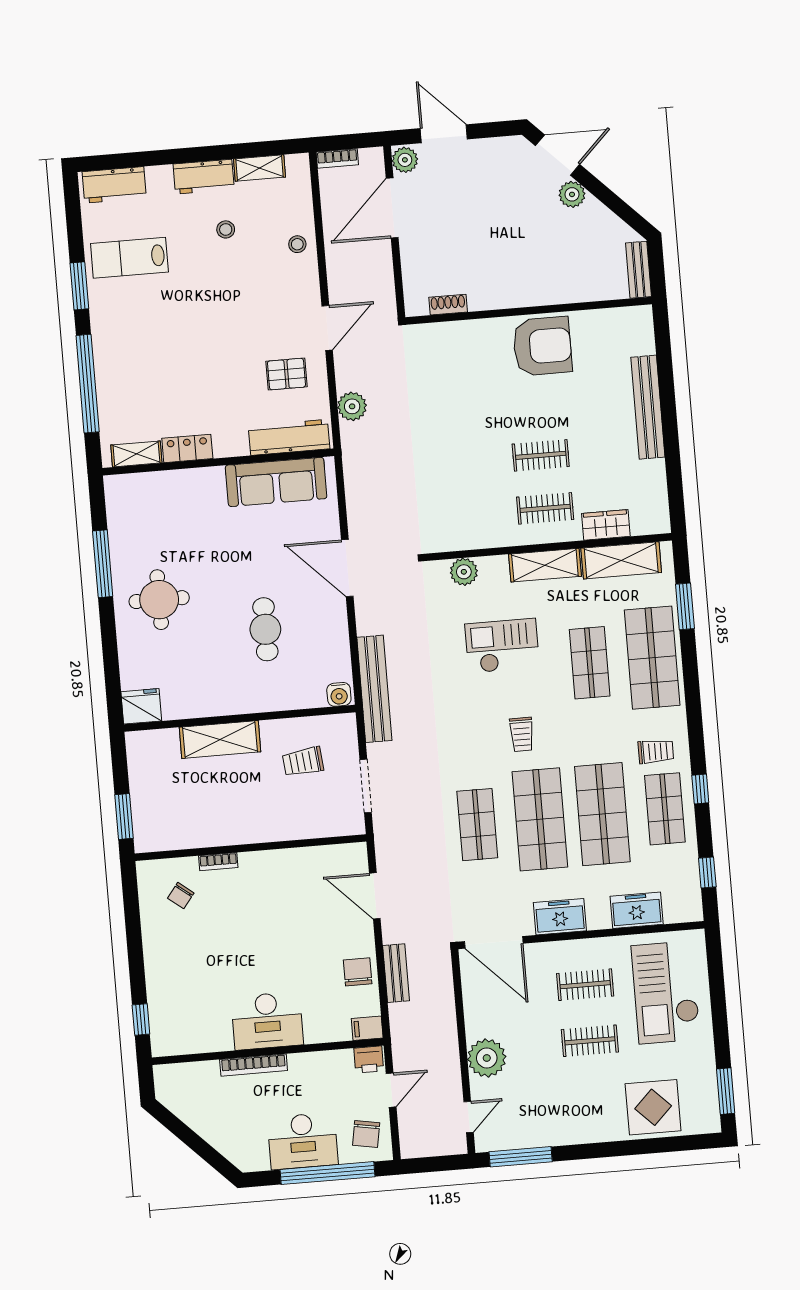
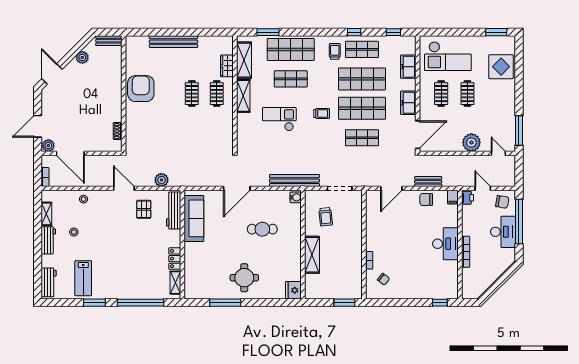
plant: (572, 194) -> (82, 57), moved
plant: (464, 572) -> (243, 134), removed
checkout: (502, 646) -> (279, 119), turned 90

